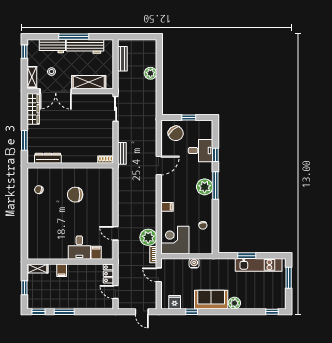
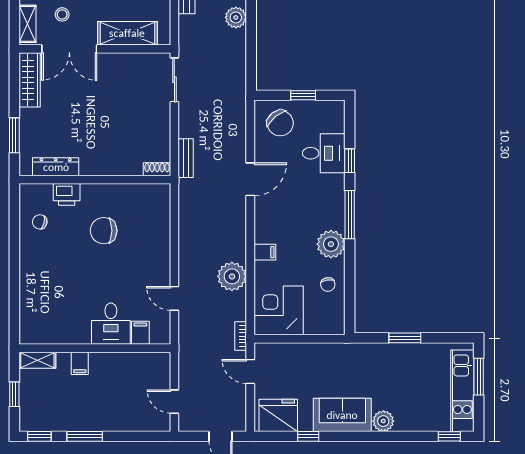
printer: (54, 174) -> (67, 194), added
plant: (205, 187) -> (331, 244), moved
plant: (148, 237) -> (232, 276), moved
water cooler: (194, 263) -> (312, 351), removed
kitchen unit: (259, 265) -> (462, 391), moved, turned 90
locker: (108, 274) -> (162, 370), removed
fridge: (175, 302) -> (278, 415), width x1.88, depth x1.34

